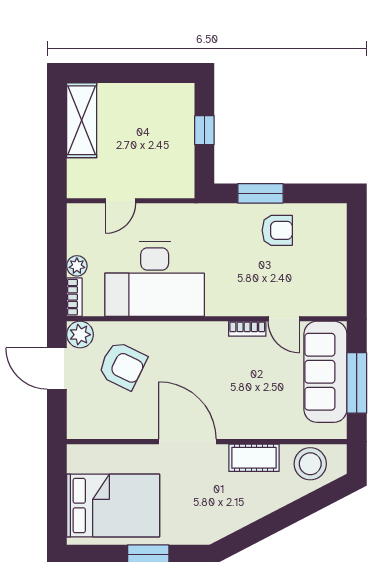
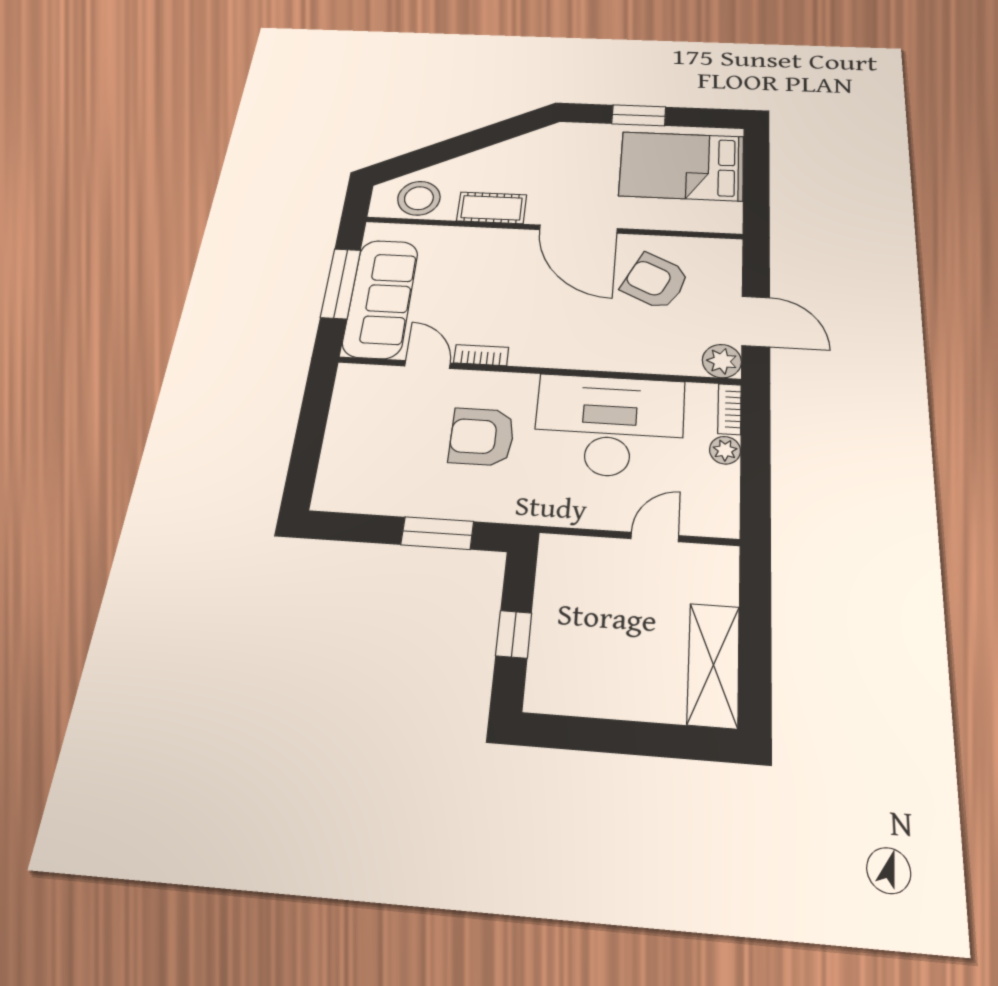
armchair: (277, 230) -> (482, 437), moved, width x1.38, depth x1.38
armchair: (122, 365) -> (655, 281), moved

